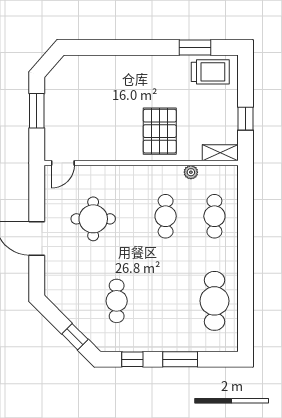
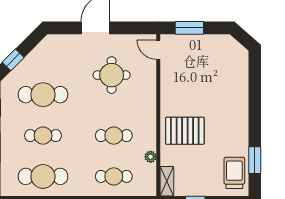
trolley: (210, 72) -> (234, 173), turned 180
window: (37, 111) -> (189, 28), moved
cafe table: (117, 301) -> (43, 95), width x1.37, depth x1.35
cafe table: (166, 301) -> (43, 136), added

